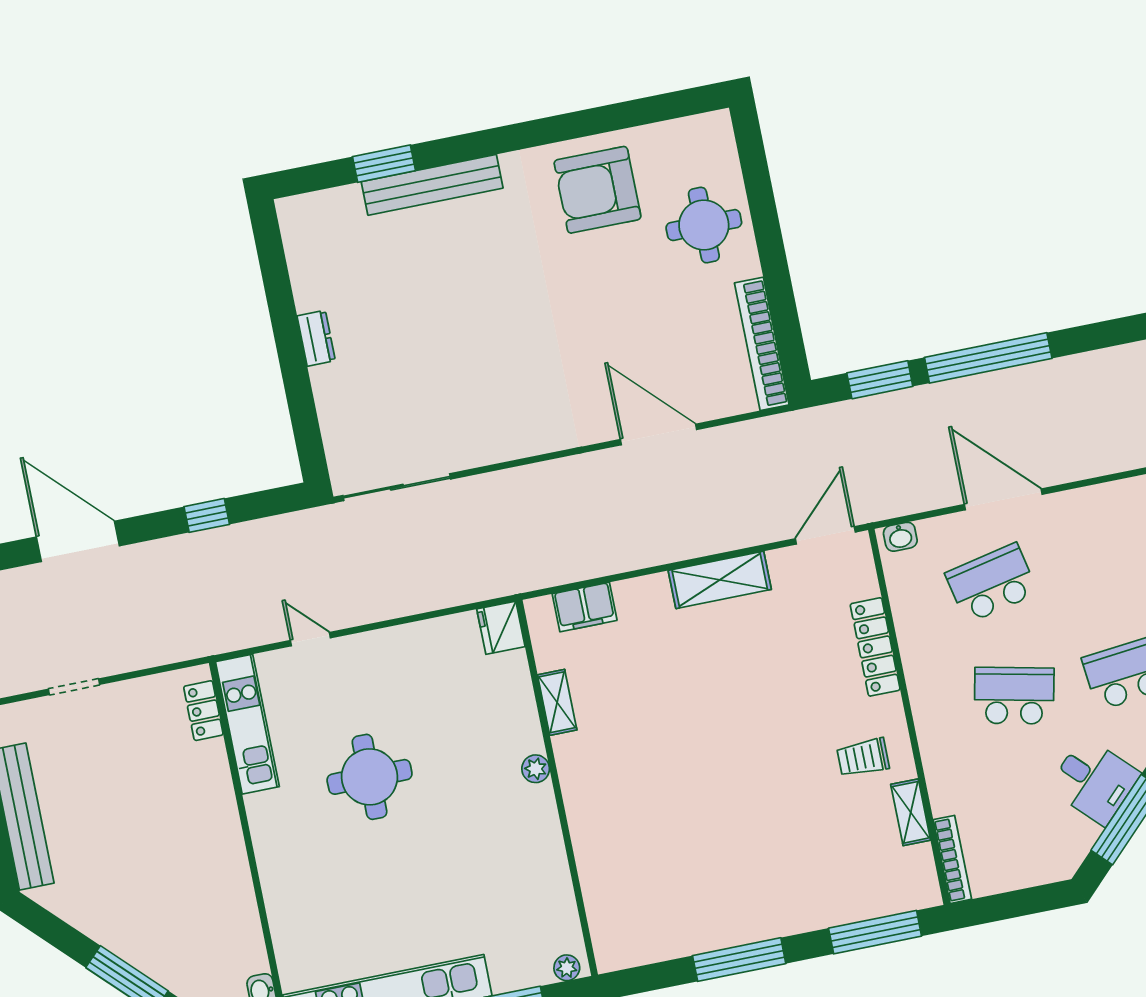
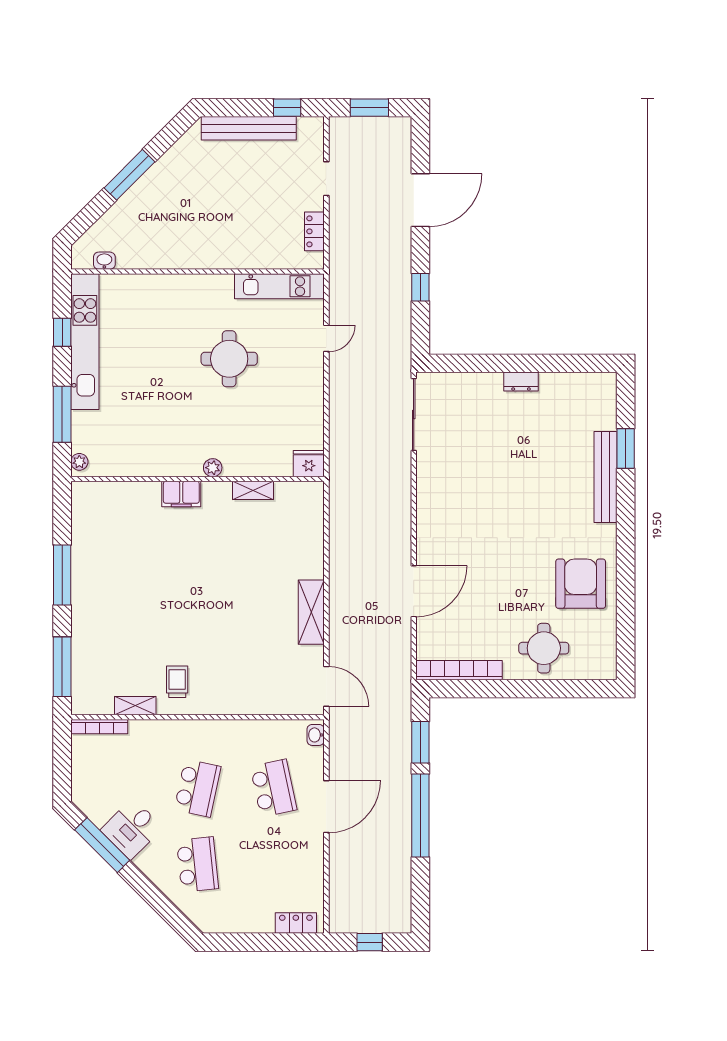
filing cabinet: (585, 607) -> (181, 494), moved, turned -90
locker: (875, 647) -> (247, 704), removed
locker: (203, 711) -> (314, 231), moved, turned -90

